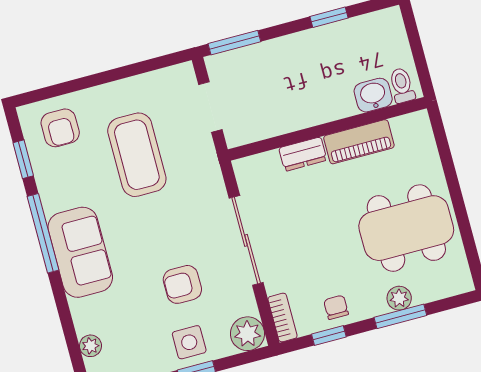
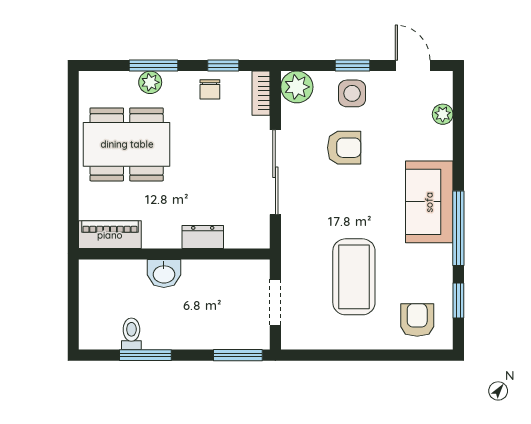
window: (329, 17) -> (145, 355), width x1.50
toilet: (402, 85) -> (131, 334), moved, turned 180
washbasin: (373, 95) -> (164, 274), moved
piano: (359, 142) -> (110, 235), moved

